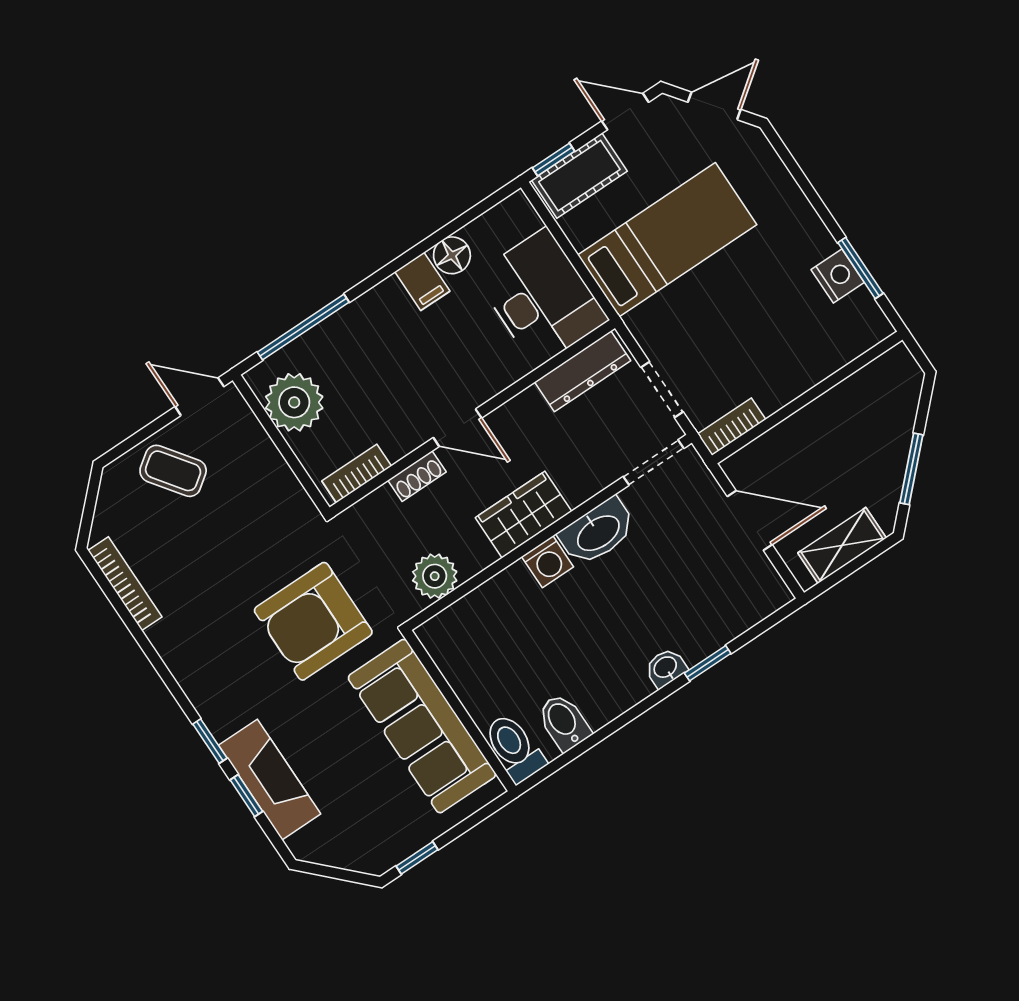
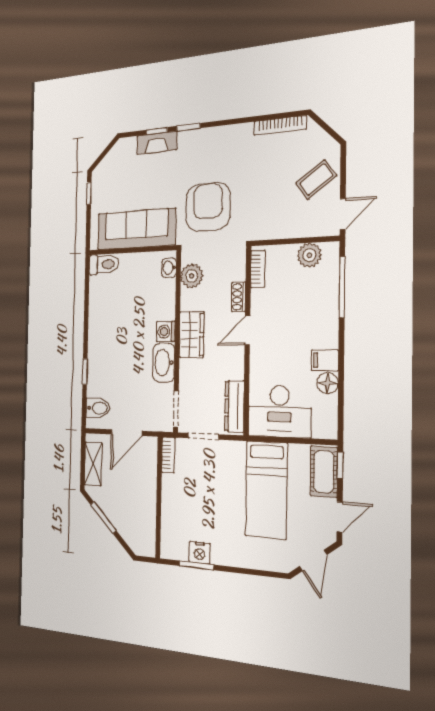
plant: (294, 402) -> (309, 255), width x0.73, depth x0.73
washbasin: (666, 668) -> (169, 268), moved, turned 180
bidet: (564, 722) -> (98, 408), moved
fireplace: (270, 780) -> (157, 143), width x0.73, depth x0.76

